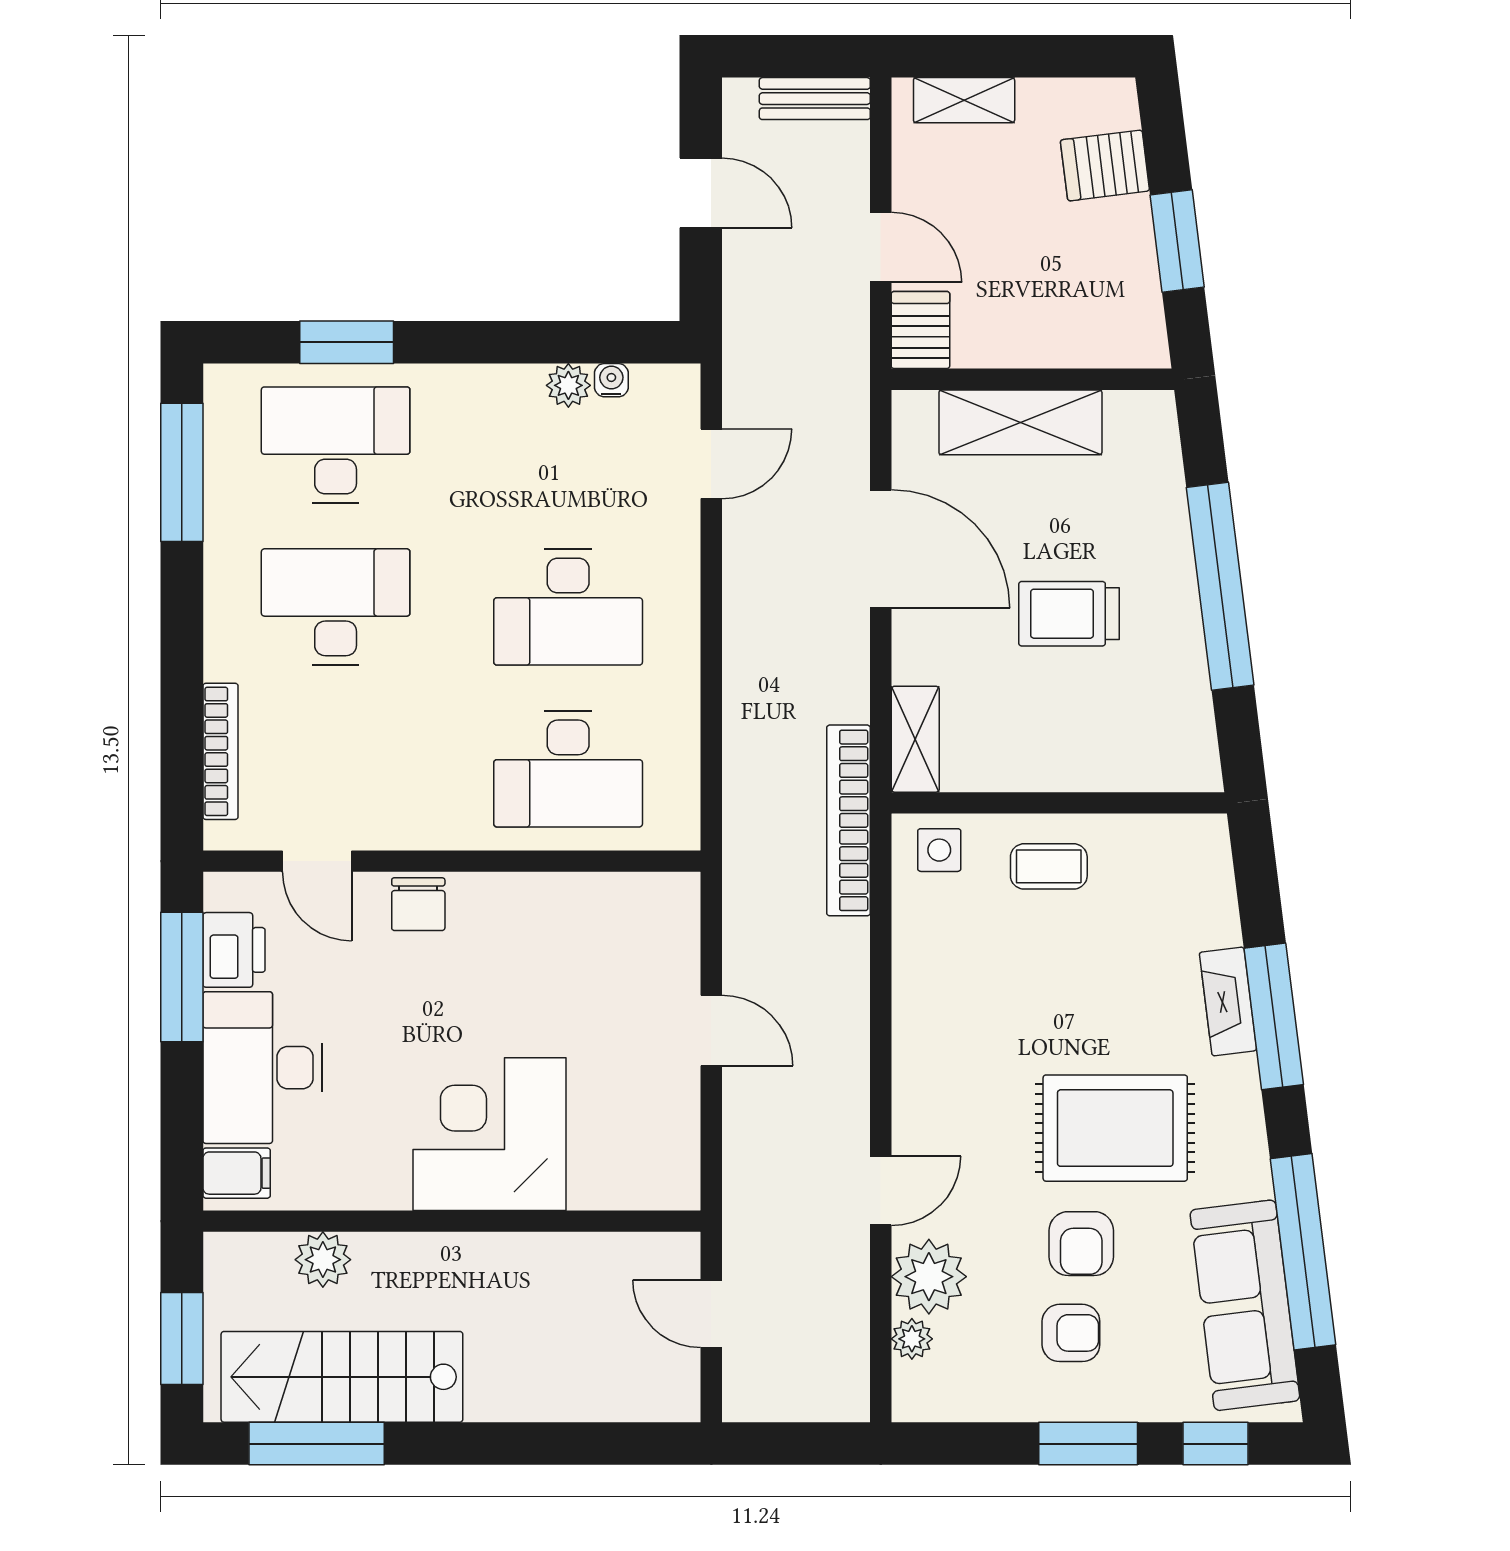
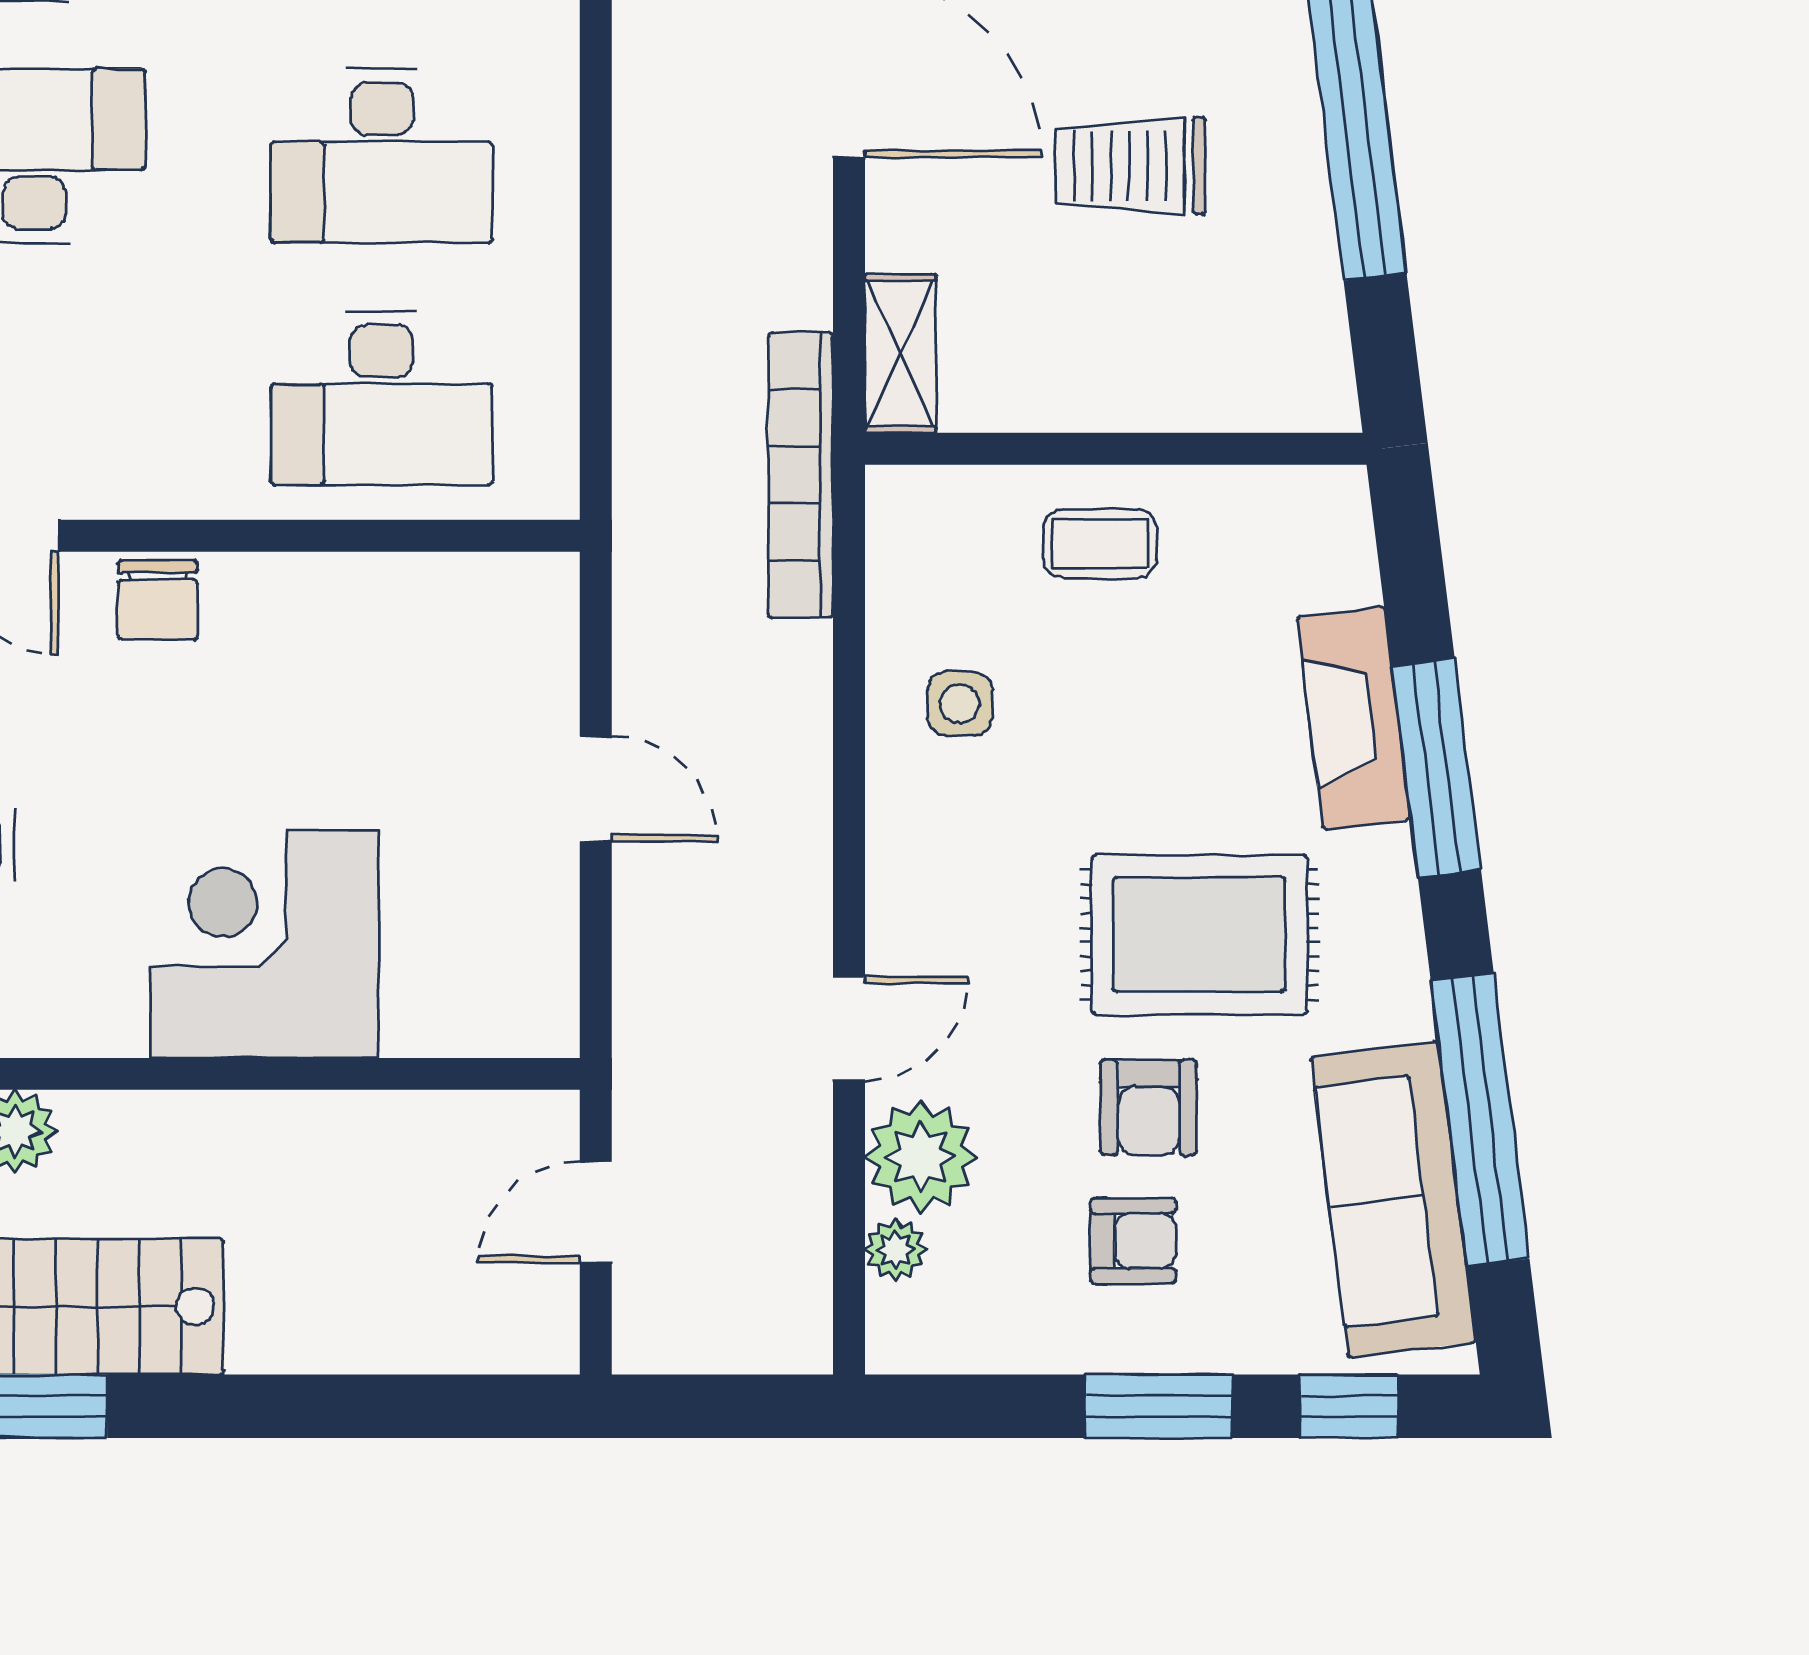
side table: (939, 850) -> (960, 704), moved
fireplace: (1228, 1001) -> (1354, 718), width x1.37, depth x1.32
door: (711, 1314) -> (596, 1212), hinge flipped

